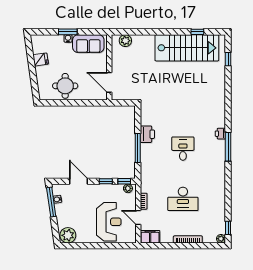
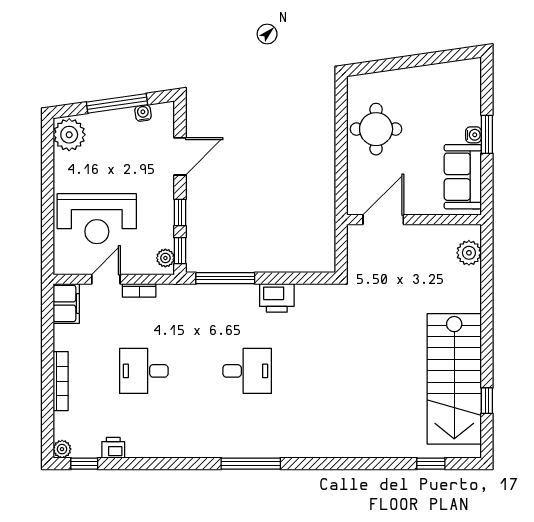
fridge: (41, 59) -> (430, 79), removed
printer: (220, 134) -> (113, 448), moved
window: (138, 148) -> (225, 278), moved
desk: (183, 199) -> (144, 371), width x0.73
window: (51, 202) -> (117, 103), moved

